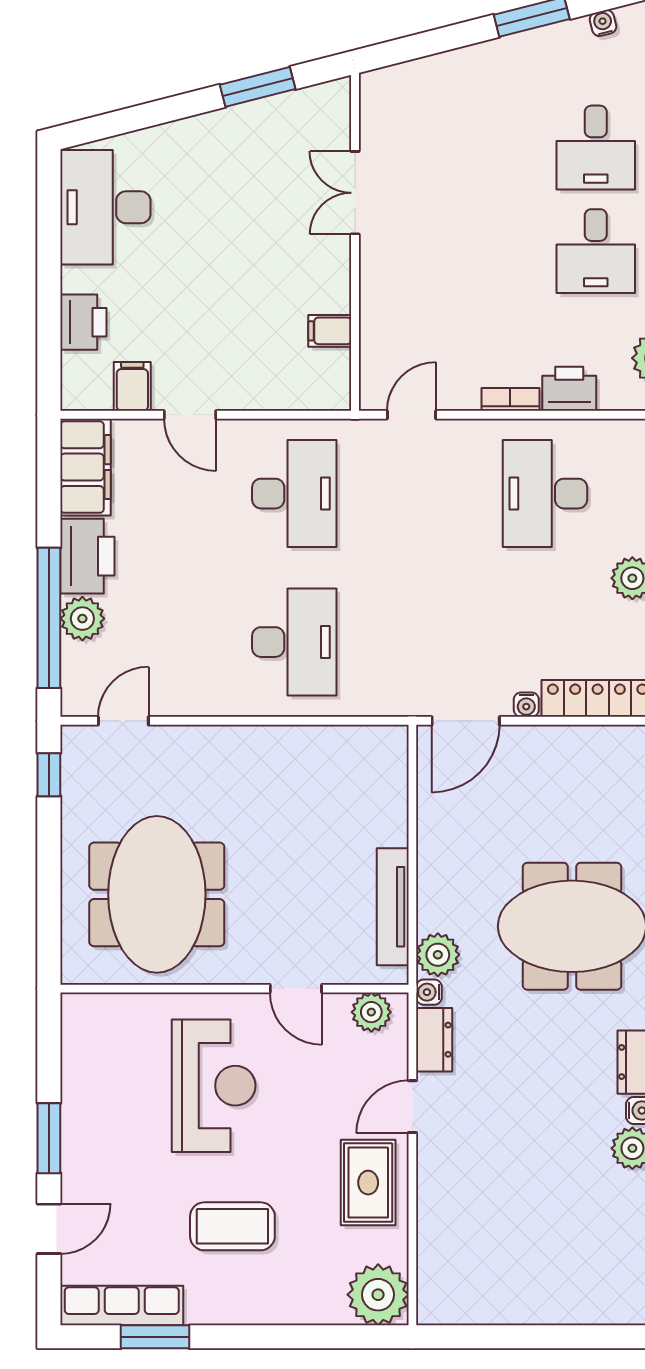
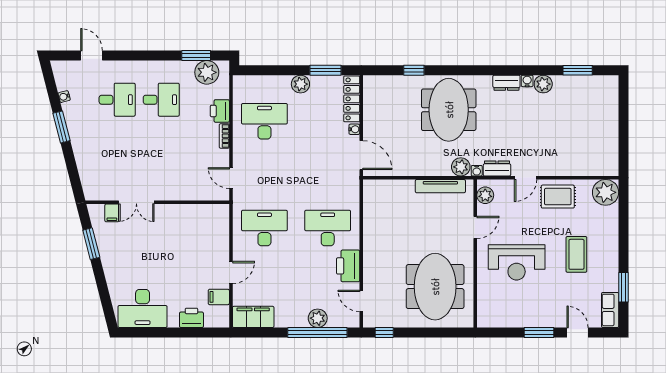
filing cabinet: (330, 331) -> (112, 213), moved
desk: (545, 494) -> (264, 121), turned 180
printer: (87, 556) -> (348, 266), moved, turned -90
meeting table: (157, 894) -> (435, 287), turned 90
reception desk: (214, 1086) -> (517, 262), turned 180
door: (412, 1107) -> (525, 178), hinge flipped
row of seats: (122, 1305) -> (610, 310), width x0.68

